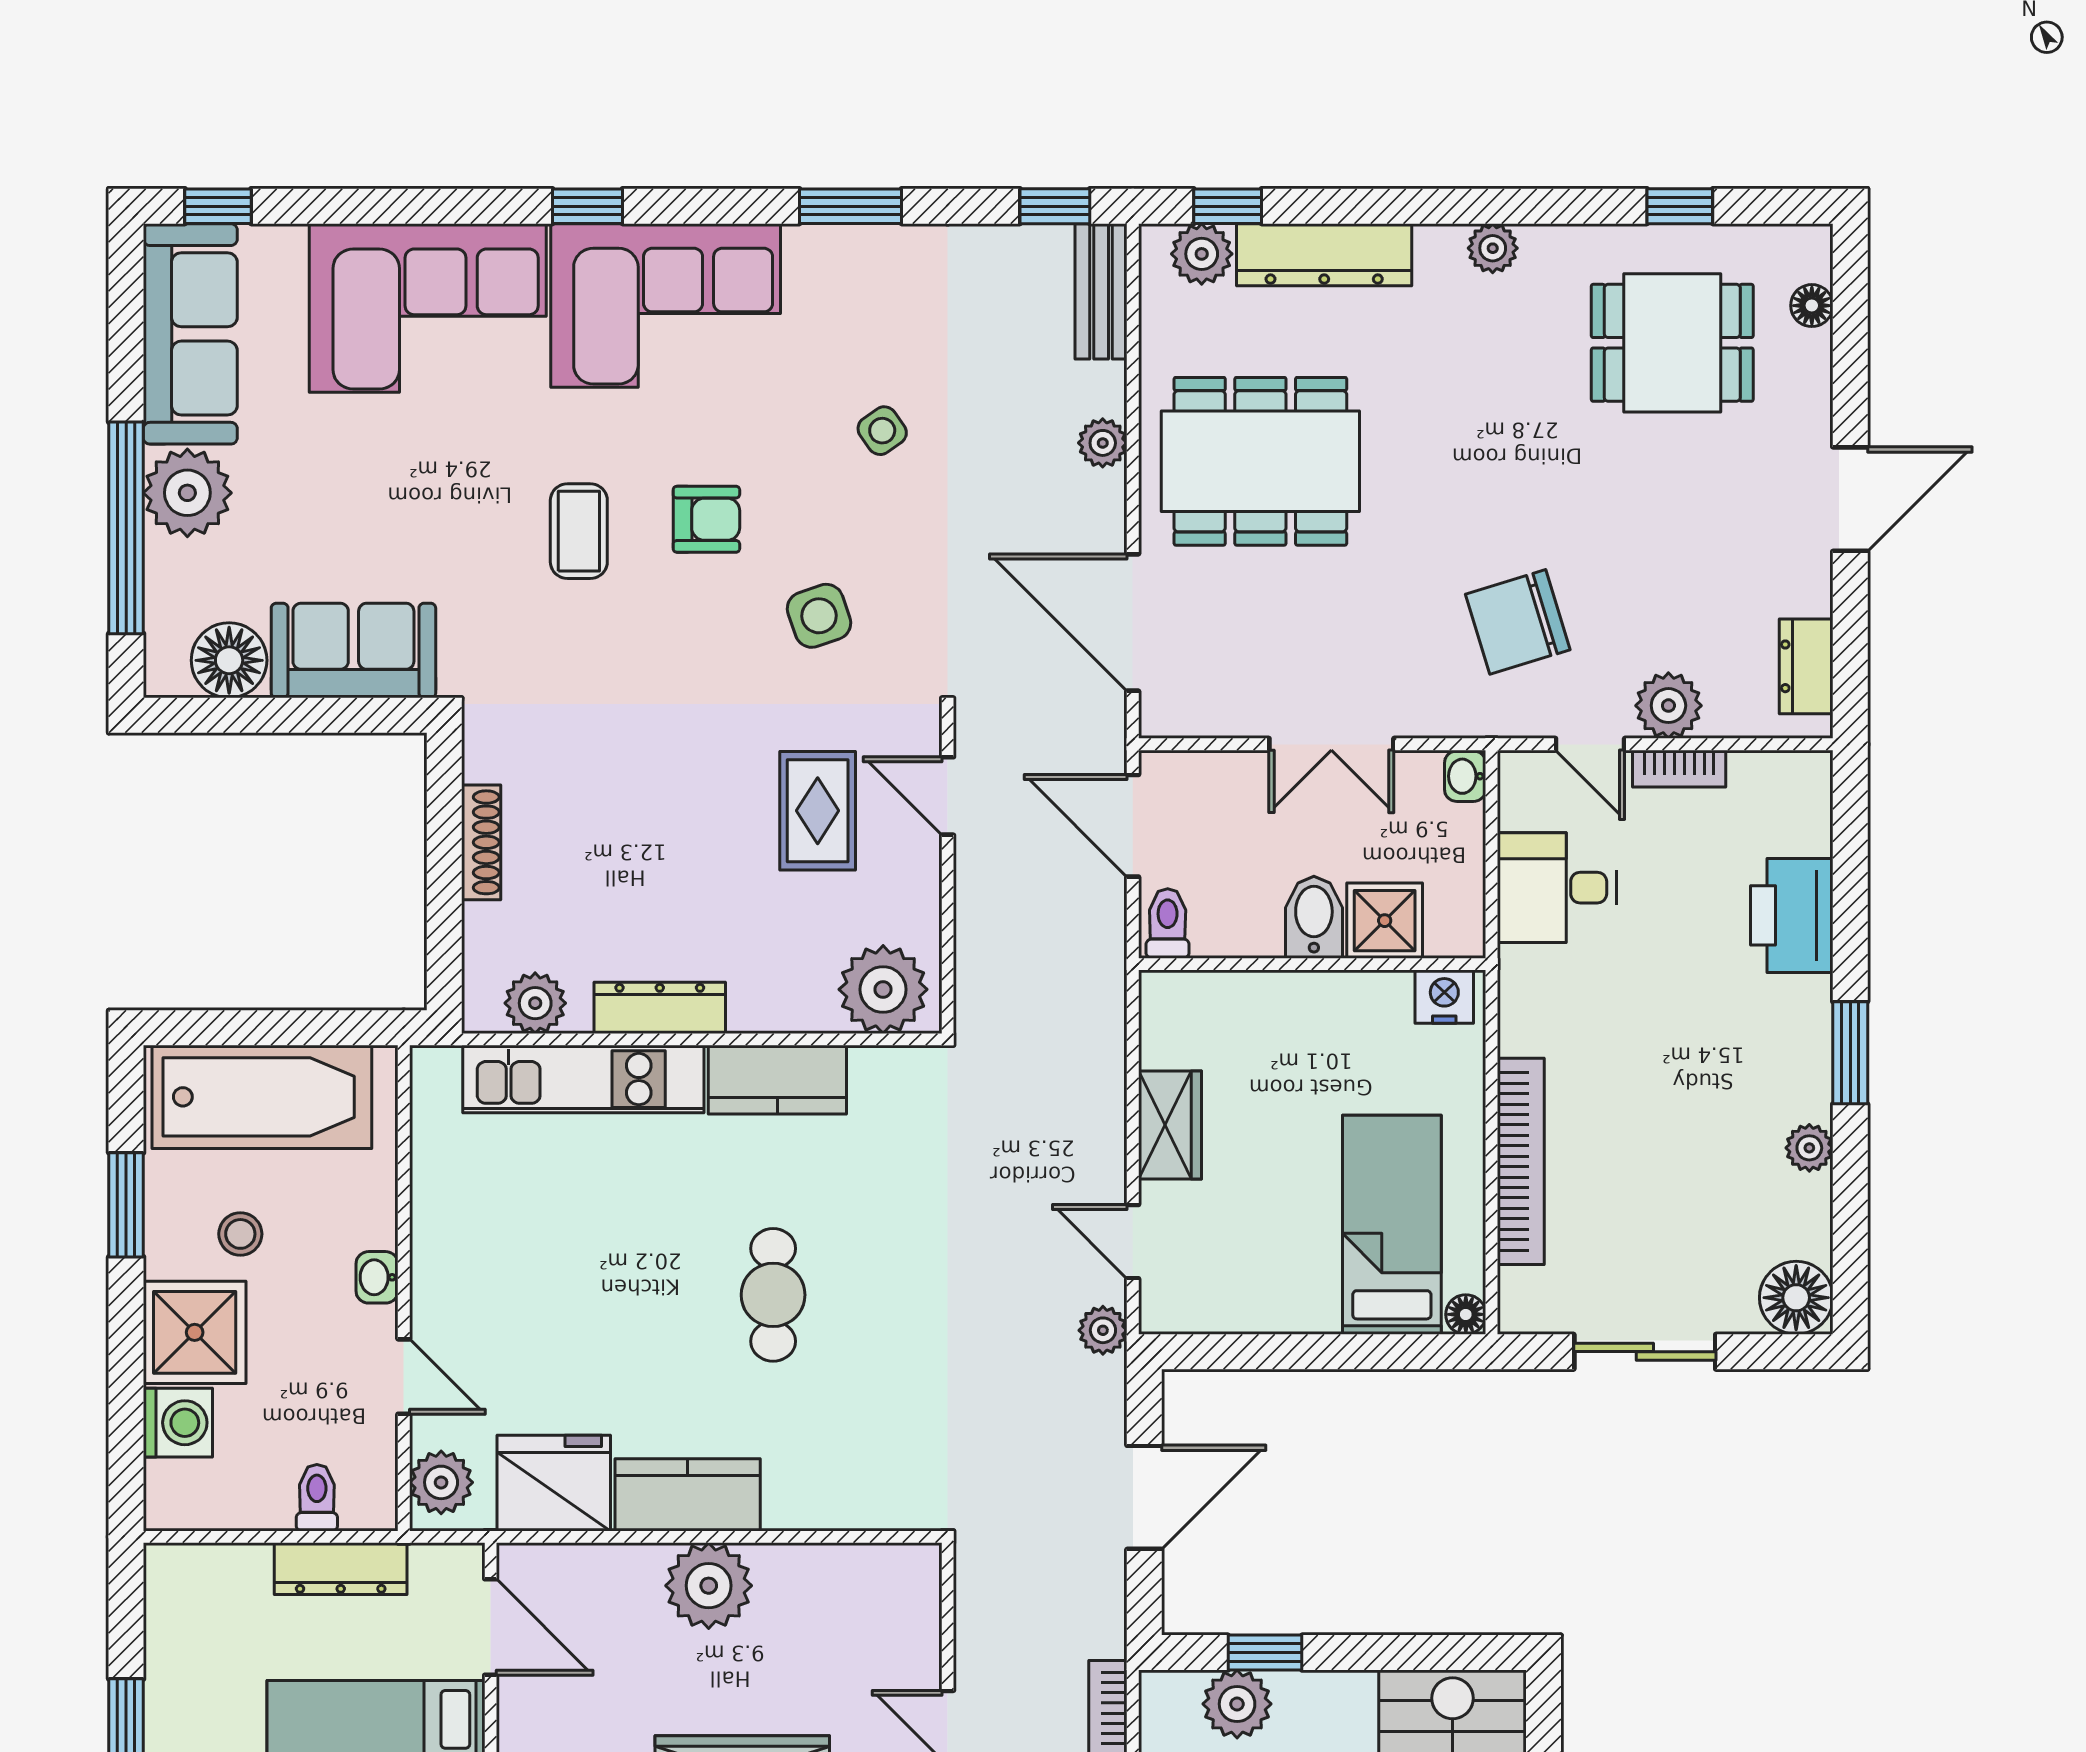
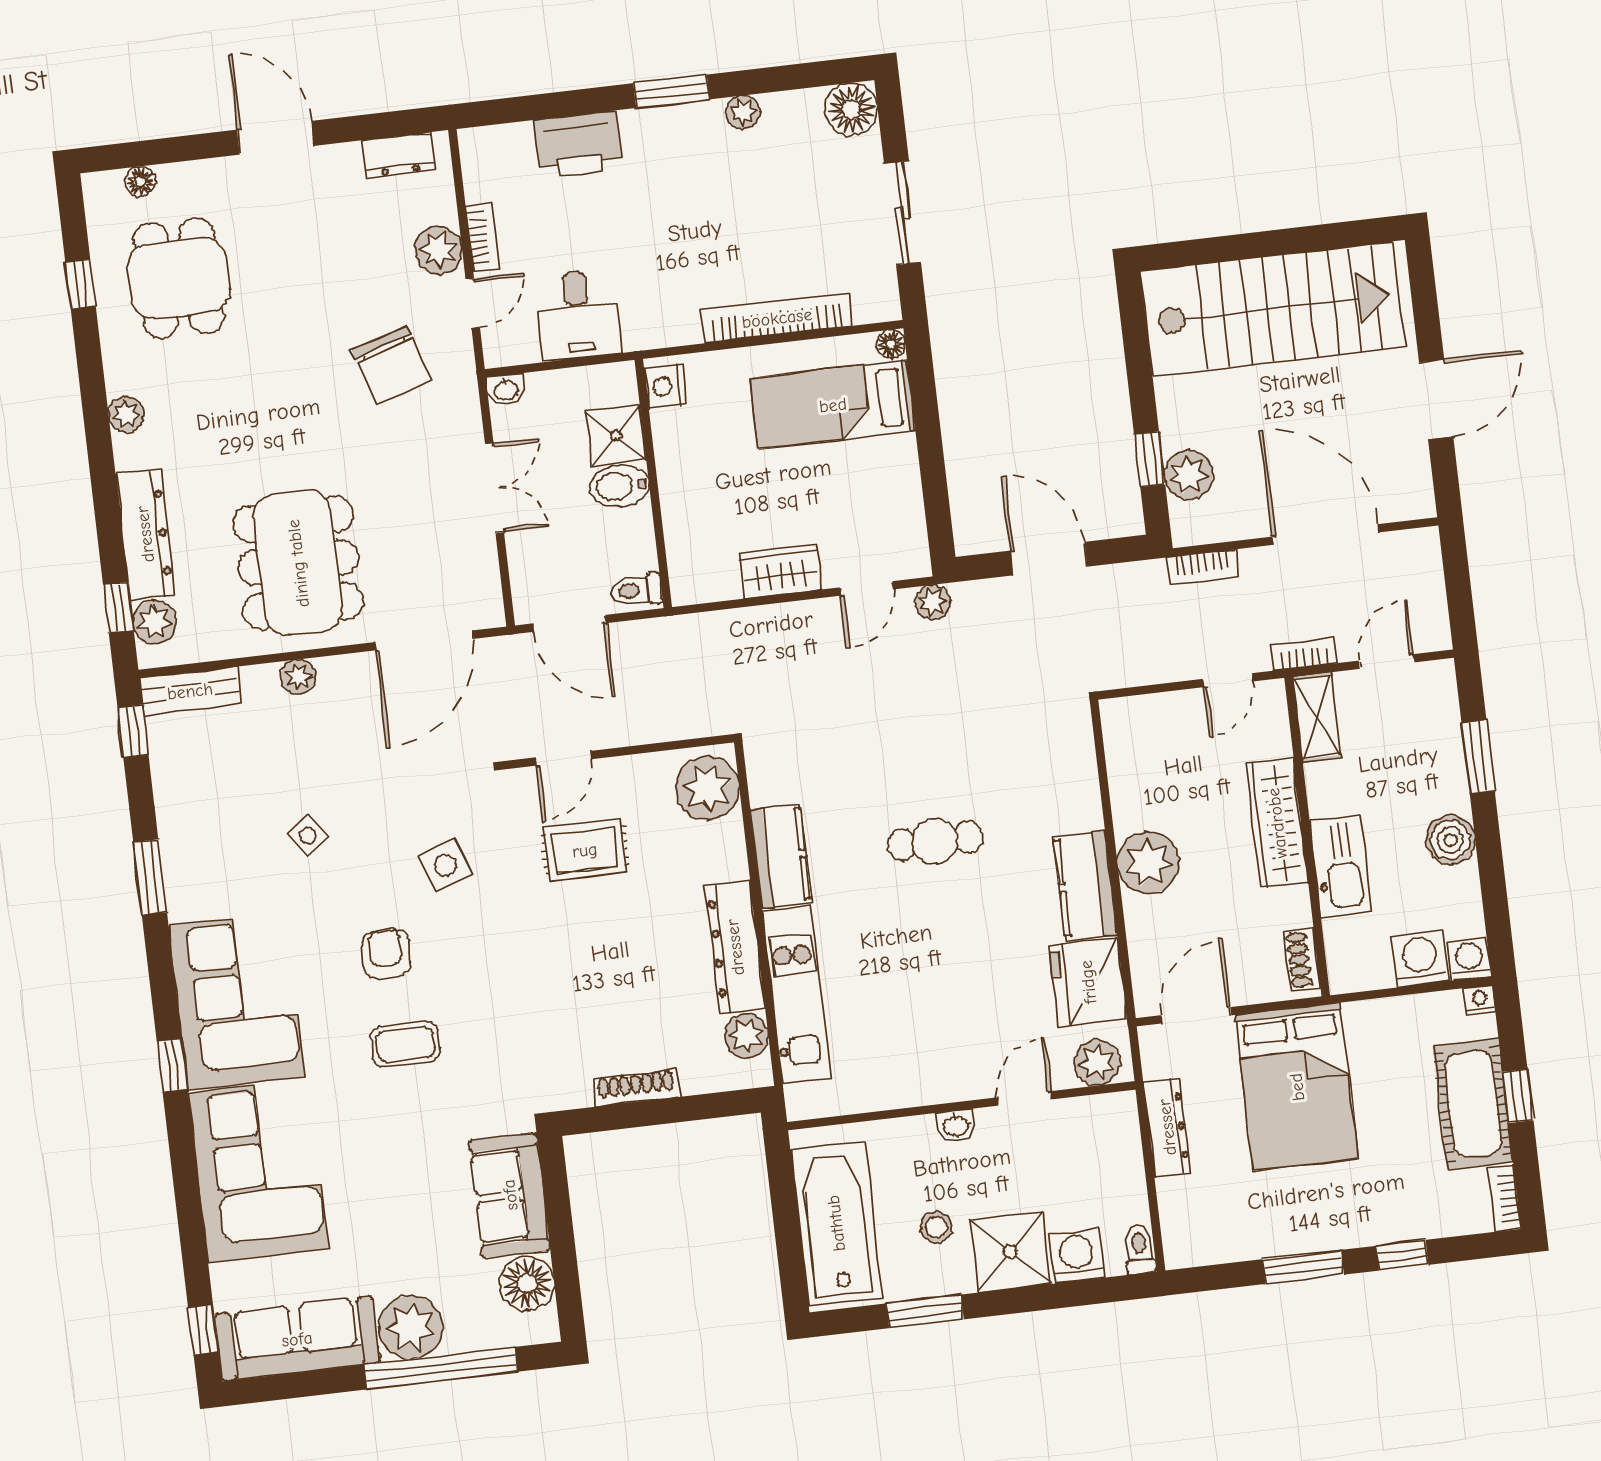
door: (1133, 826) -> (569, 623), hinge flipped
dresser: (660, 1008) -> (735, 947), width x1.37, depth x1.24
toilet: (317, 1498) -> (1139, 1249), moved, turned 90

